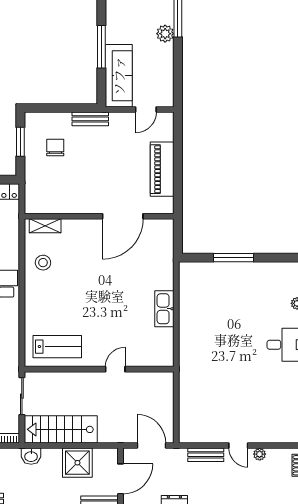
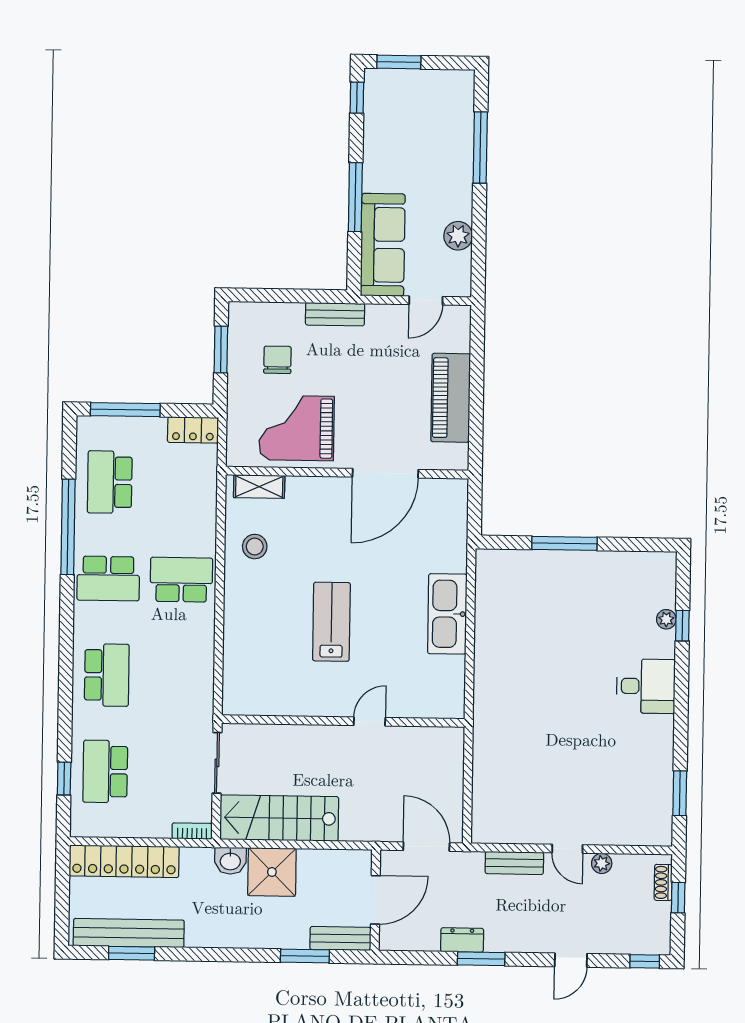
plant: (165, 34) -> (458, 236), moved
grand piano: (68, 189) -> (297, 428), added
kitchen sink: (164, 309) -> (447, 614), width x1.36, depth x1.24
lab bench: (57, 347) -> (331, 622), moved, turned -90
shower: (77, 463) -> (272, 872), moved

